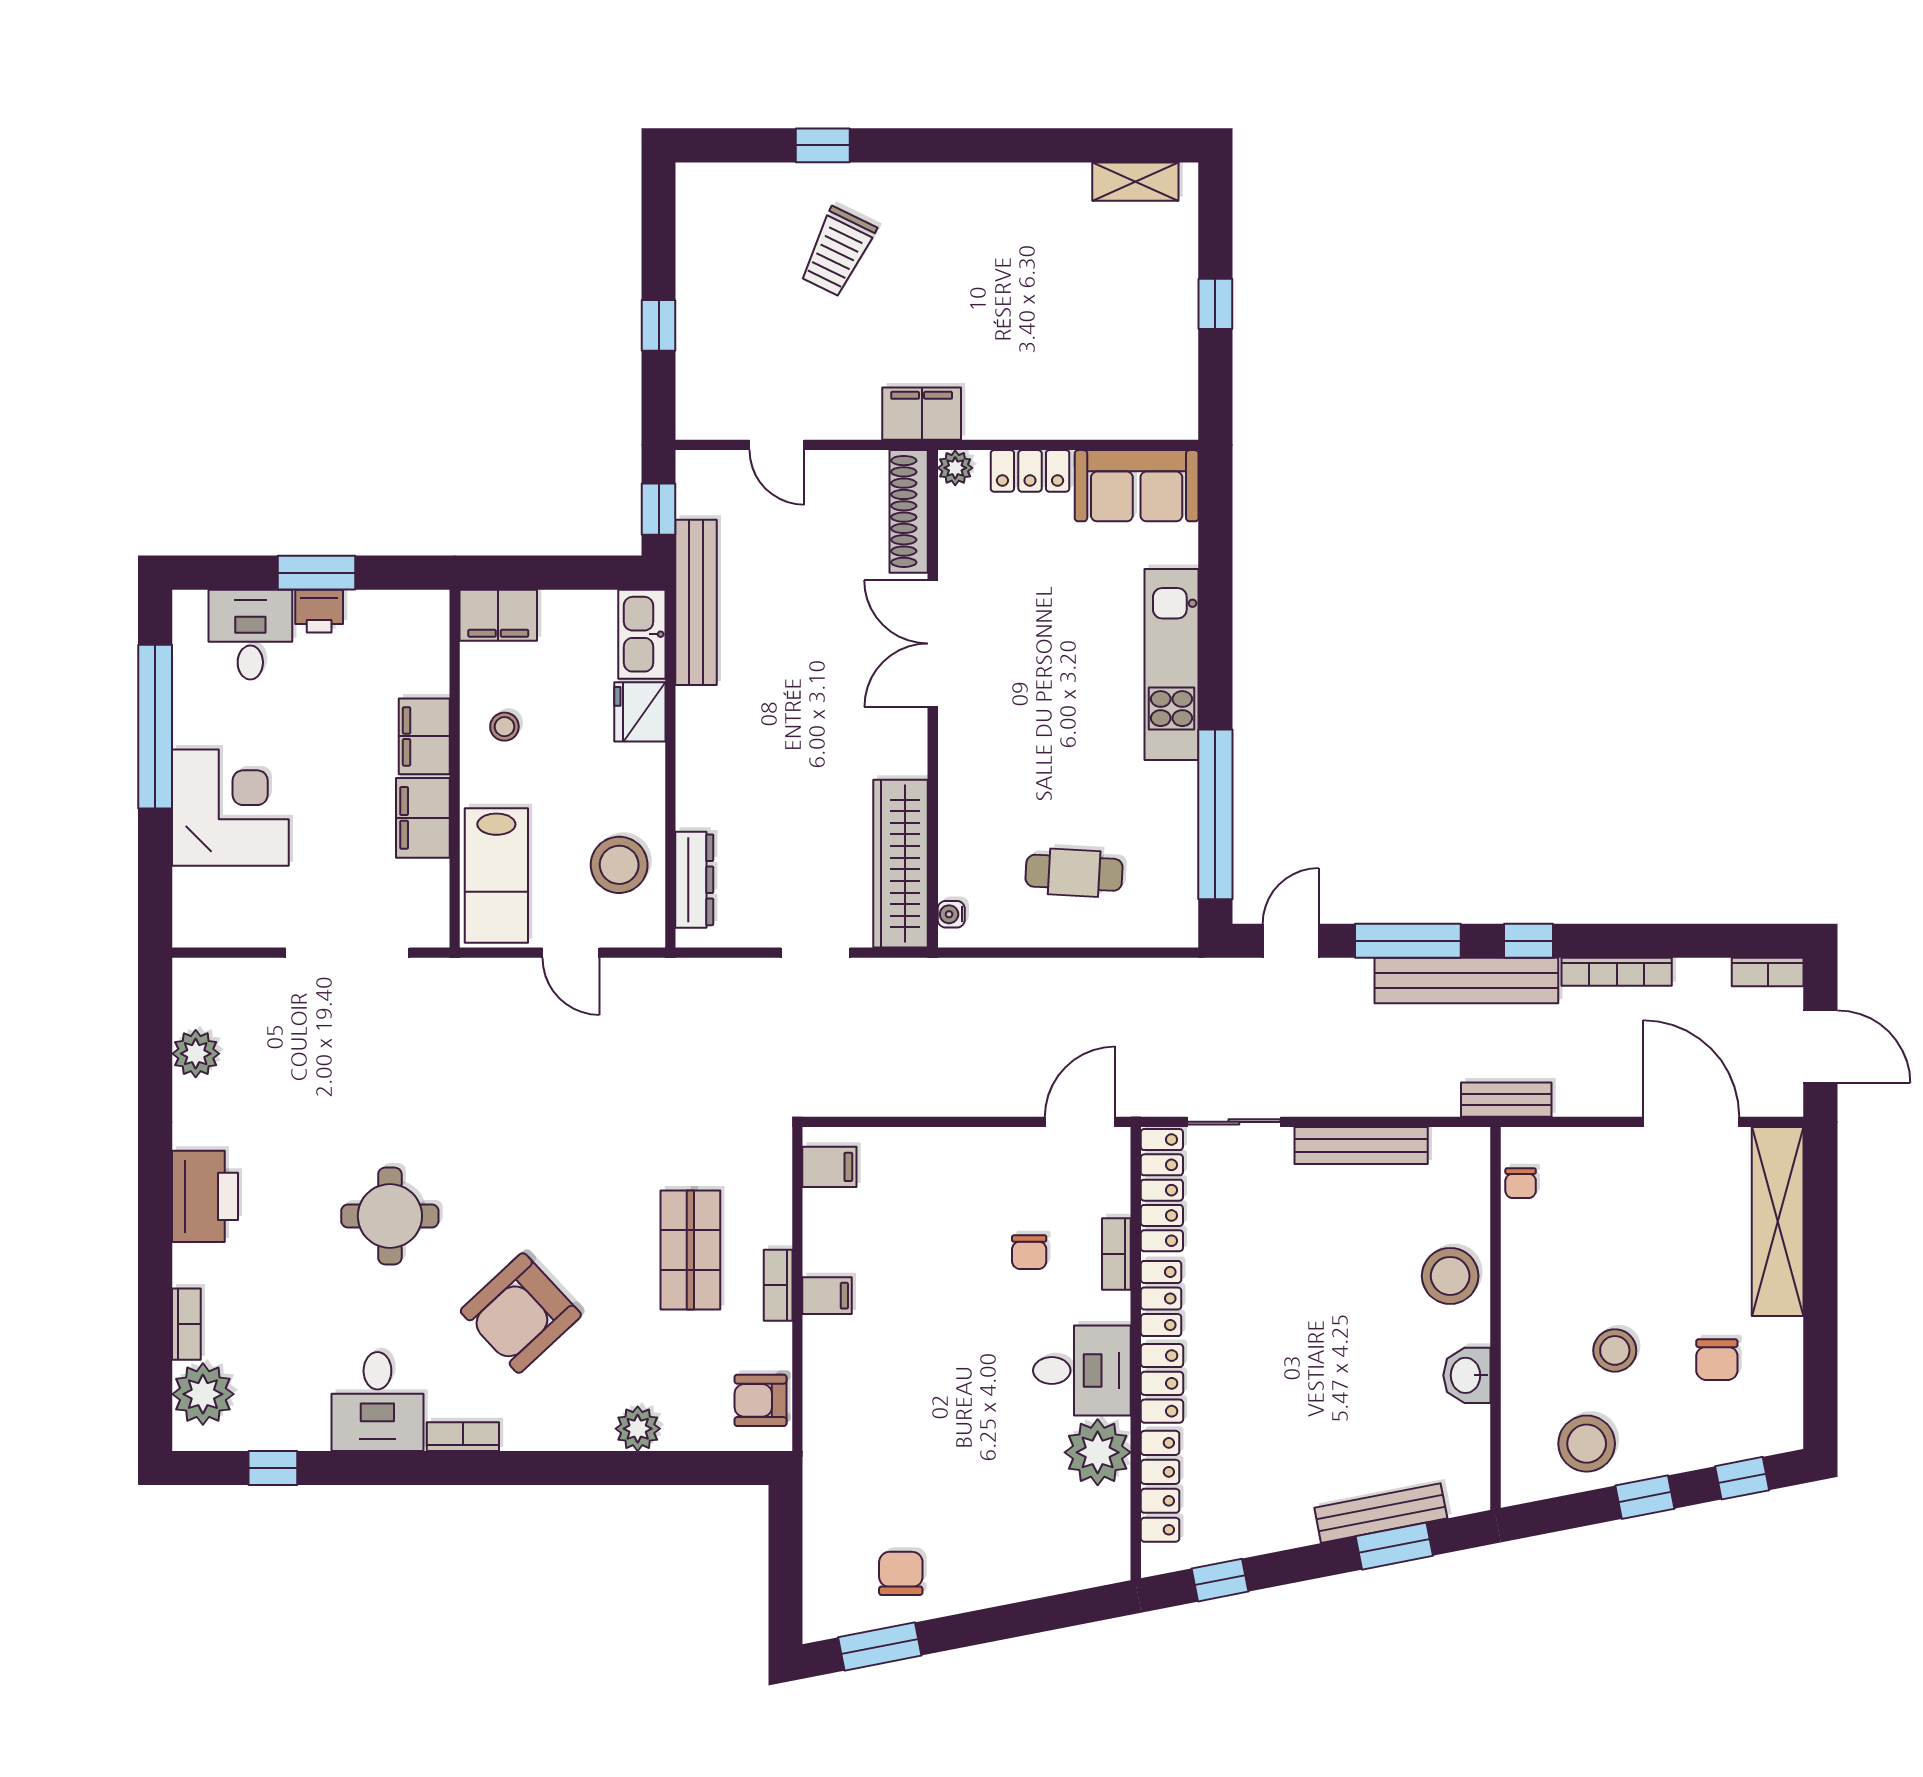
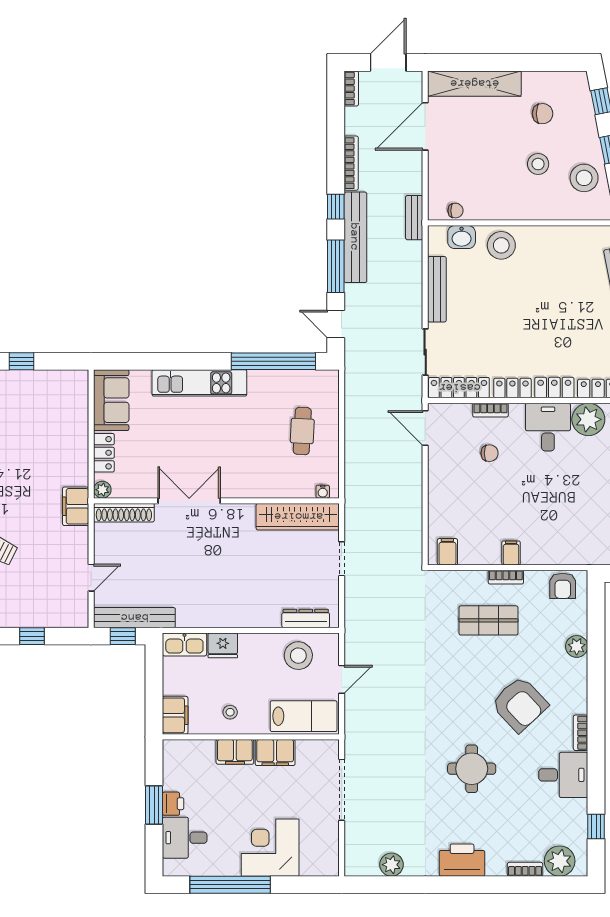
bench: (696, 602) -> (134, 618), moved
double door: (933, 644) -> (189, 501), swing flipped
washbasin: (1467, 1375) -> (462, 237), moved

